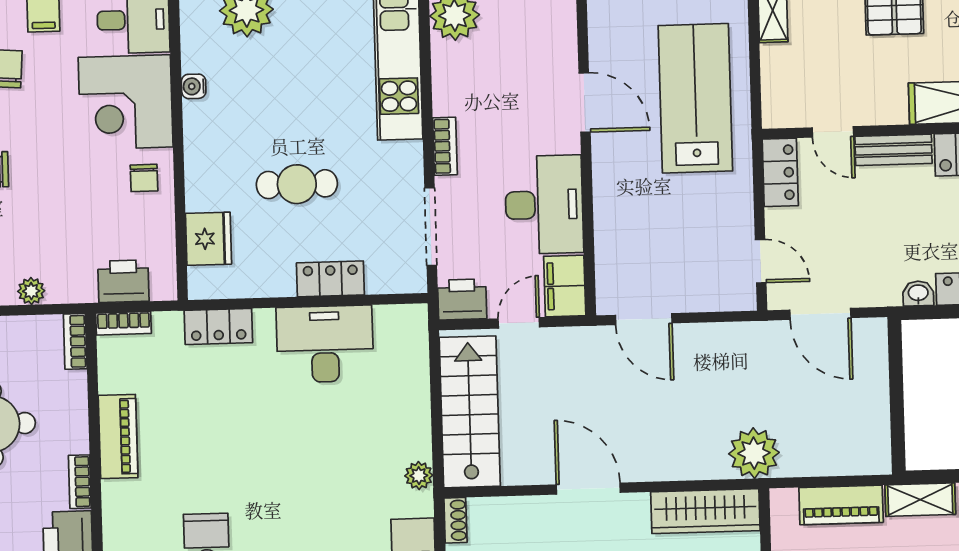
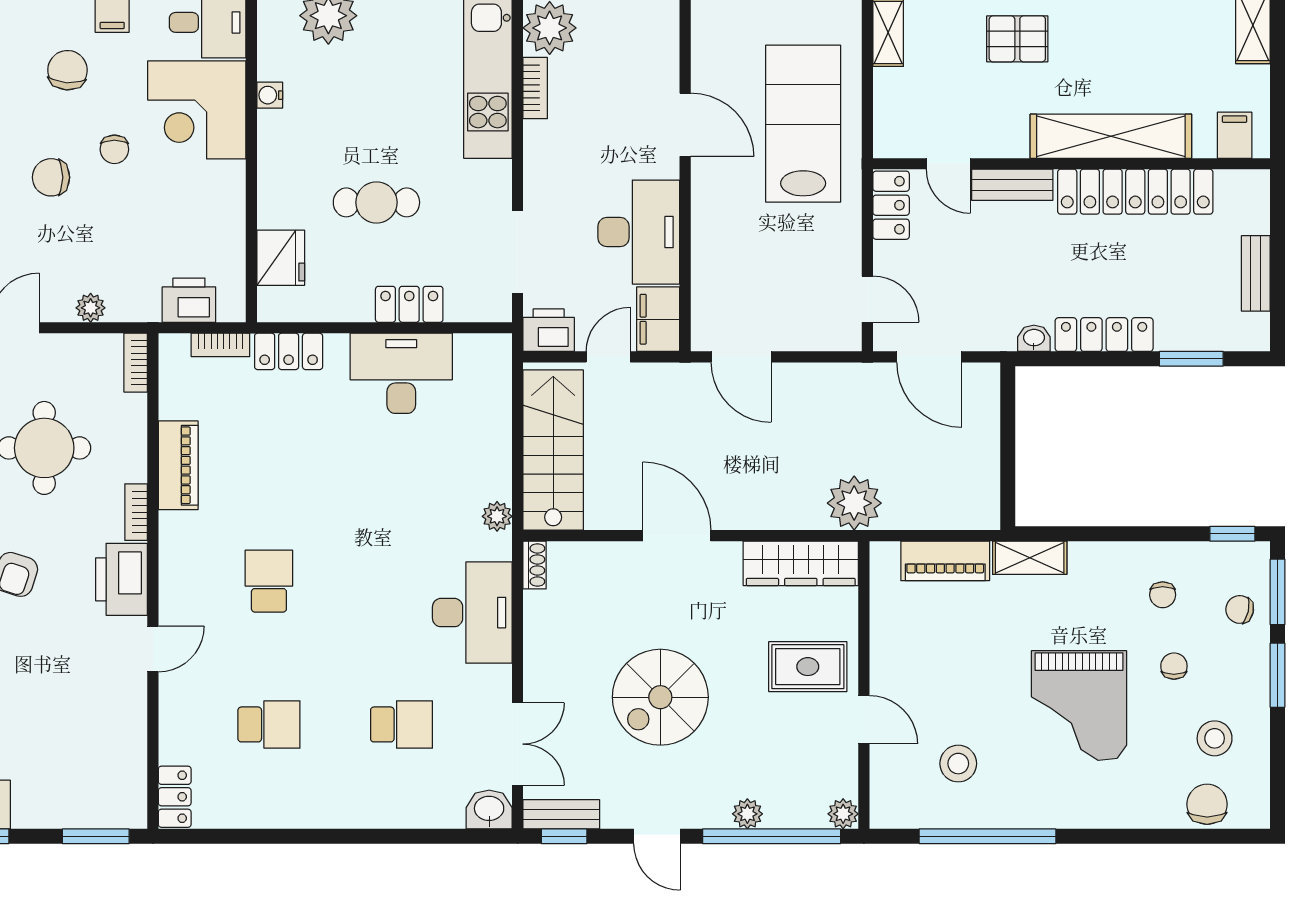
bookcase: (445, 146) -> (535, 88), moved
chair: (144, 178) -> (114, 149), moved
bookcase: (124, 323) -> (220, 345), moved

